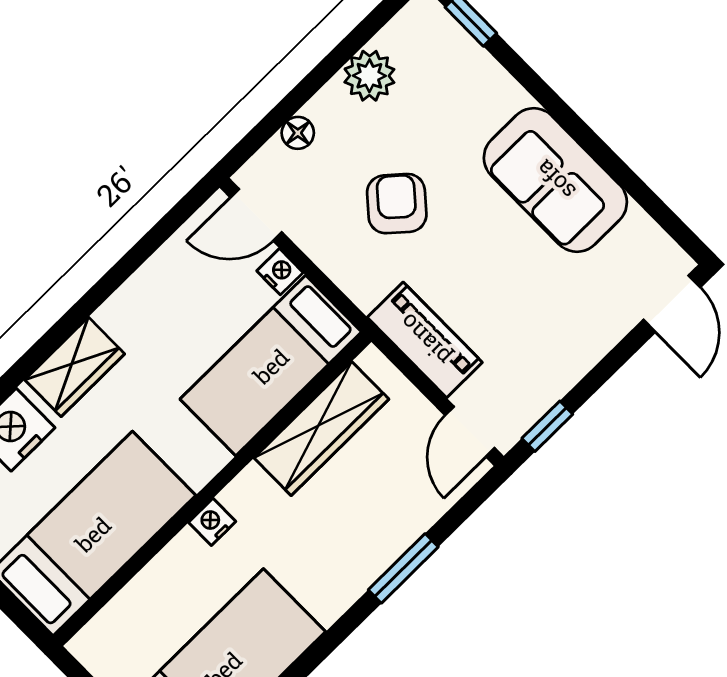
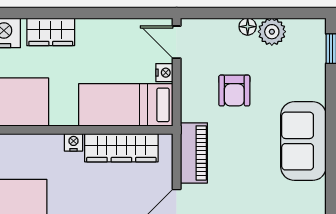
floor lamp: (298, 133) -> (248, 27), moved
armchair: (397, 204) -> (234, 91), turned 139
nightstand: (212, 522) -> (73, 142), moved

